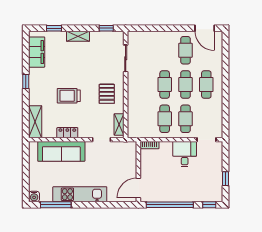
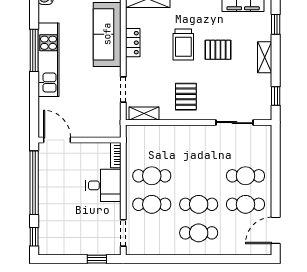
pallet: (73, 70) -> (218, 50), added
cafe table: (165, 85) -> (246, 176), moved
pallet: (107, 94) -> (186, 97), turned 90
trolley: (69, 96) -> (183, 45), turned 180
desk: (185, 154) -> (103, 185), moved
window: (226, 179) -> (97, 259), moved
window: (56, 205) -> (34, 50), moved

